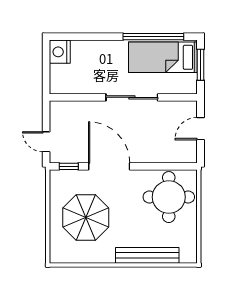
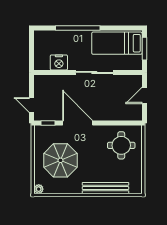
window: (153, 37) -> (78, 28), moved
nightstand: (60, 52) -> (59, 62), moved, turned -90
round table: (169, 197) -> (121, 145), width x0.73, depth x0.73
plant: (56, 257) -> (39, 189), added

